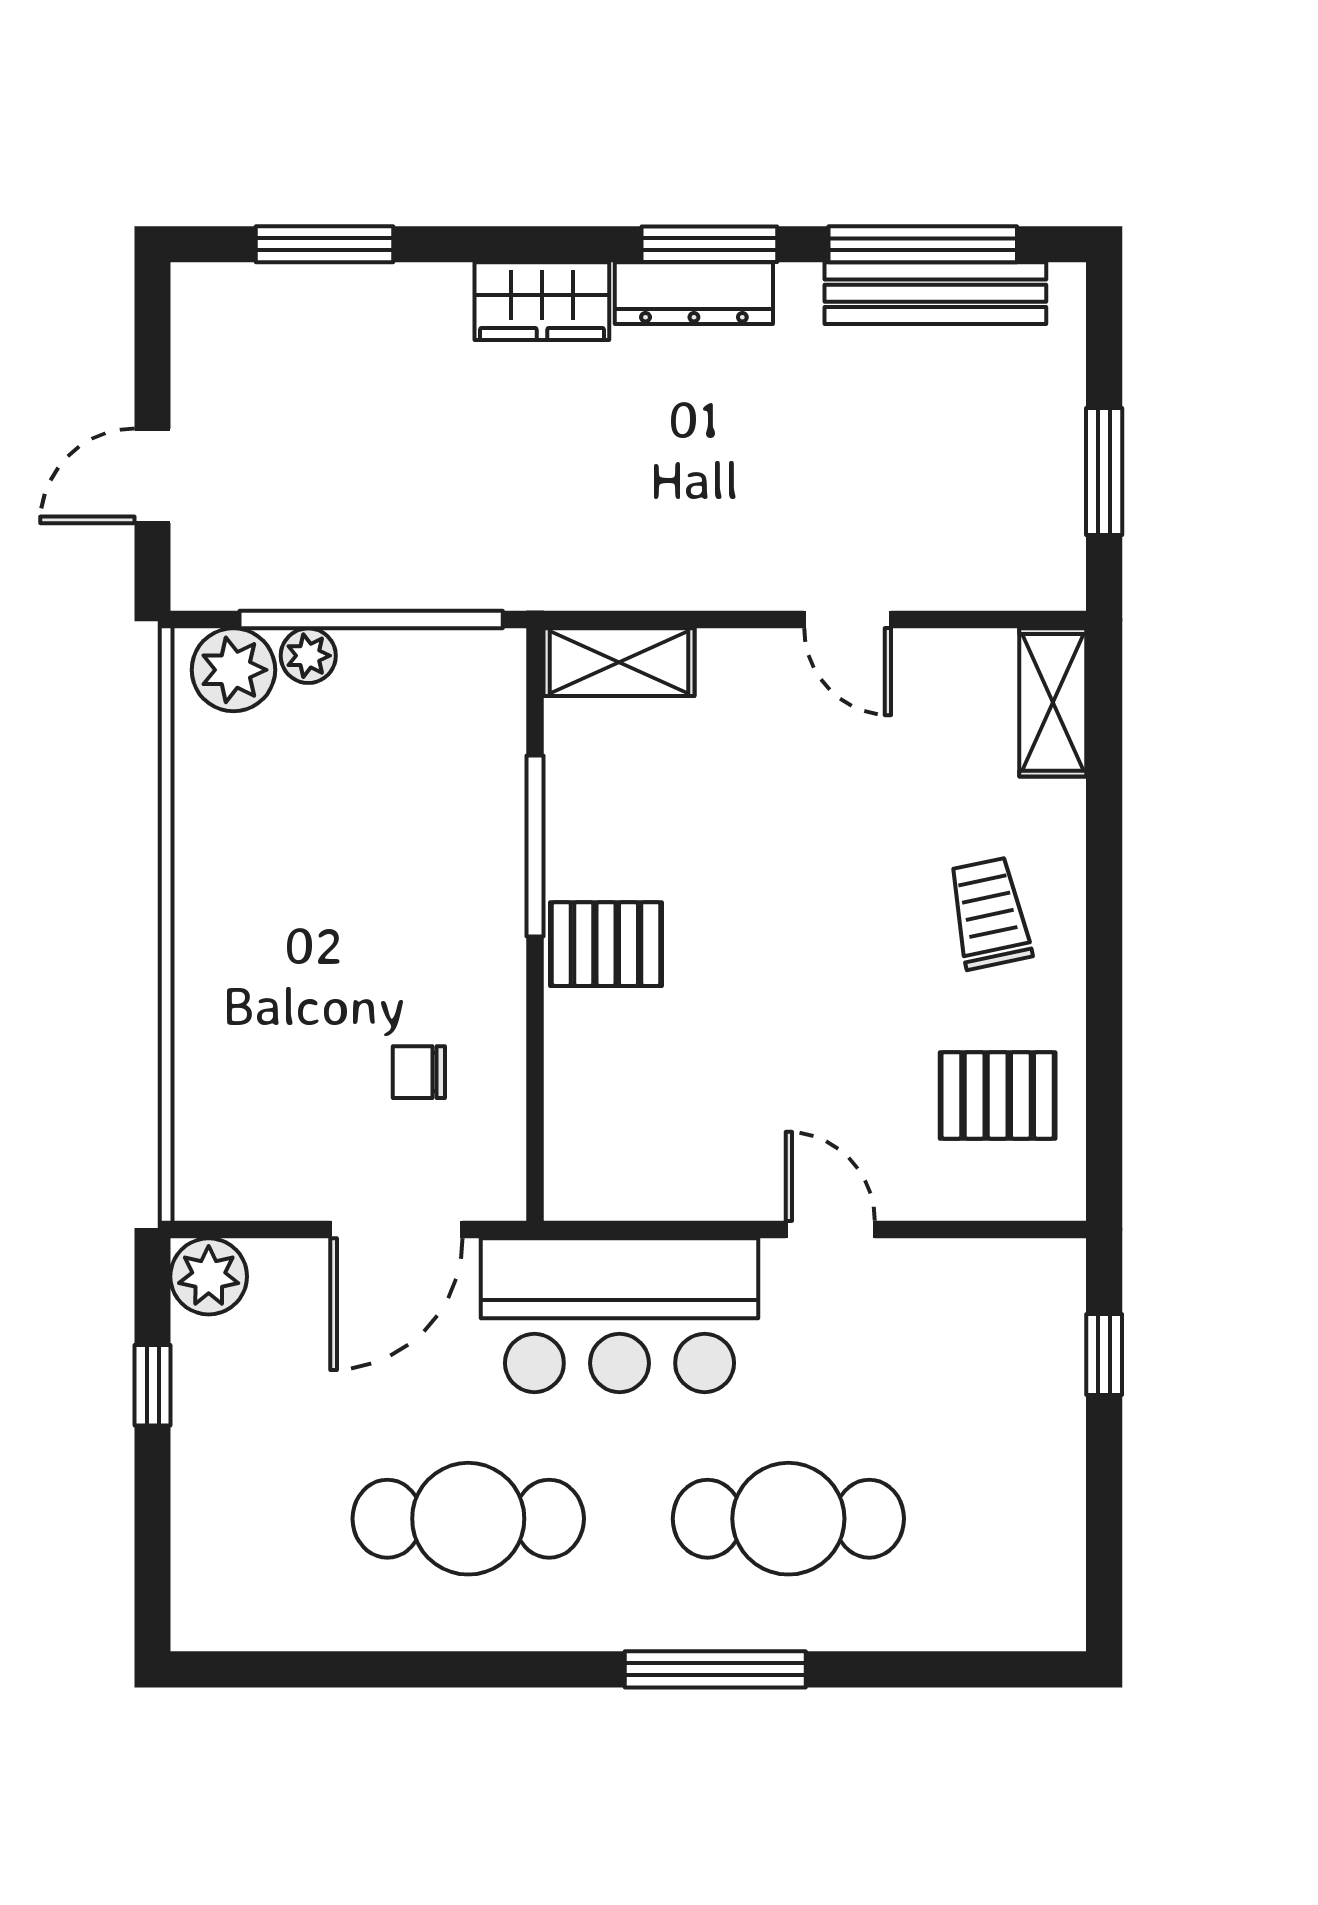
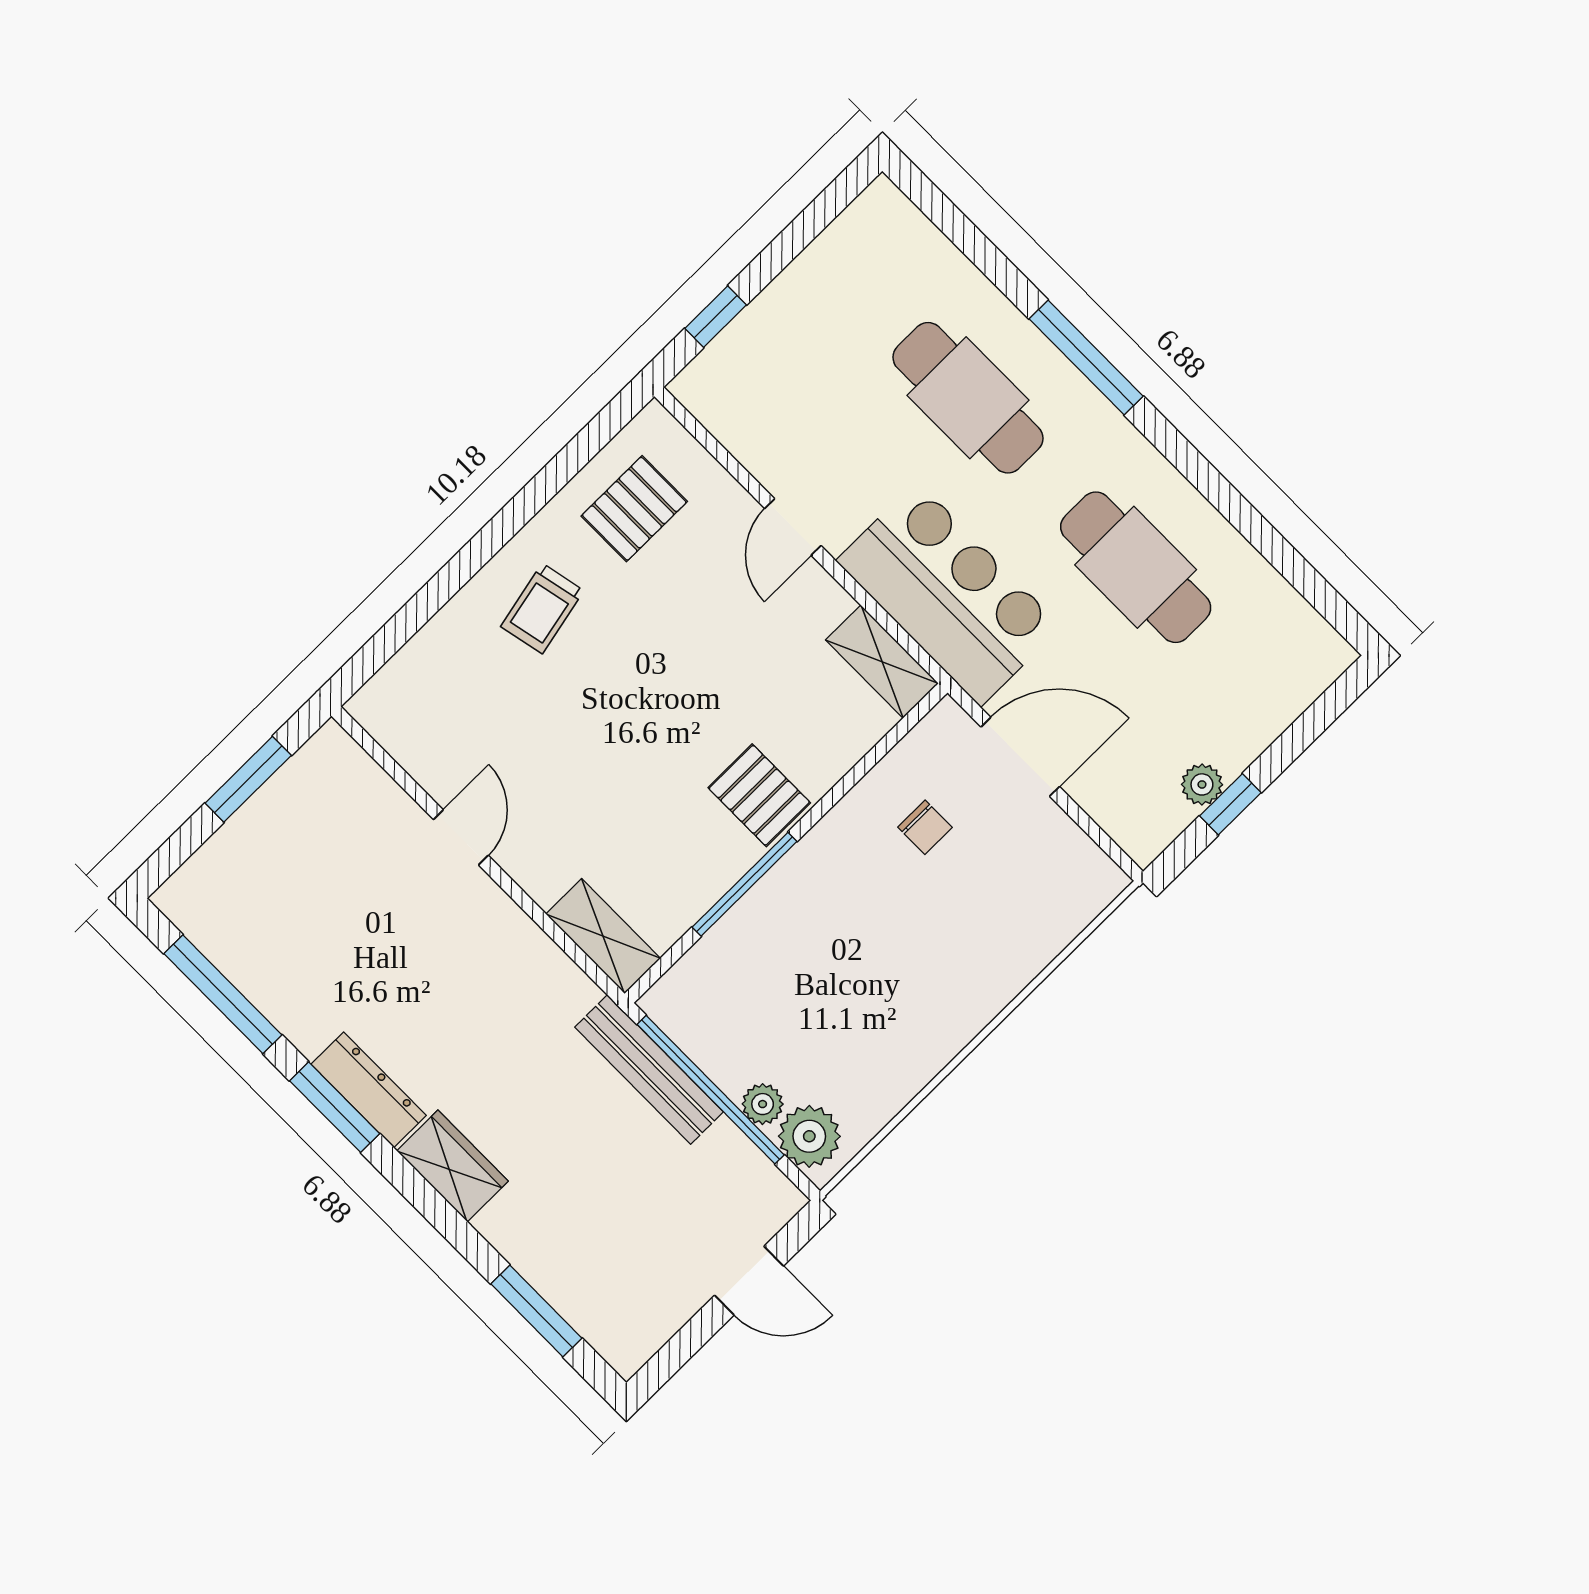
bench: (935, 293) -> (649, 1070), moved
shelving: (1053, 702) -> (882, 662), moved, turned 90
pallet: (998, 1095) -> (634, 509), turned 90
plant: (209, 1276) -> (1202, 784), moved, width x0.73, depth x0.73

